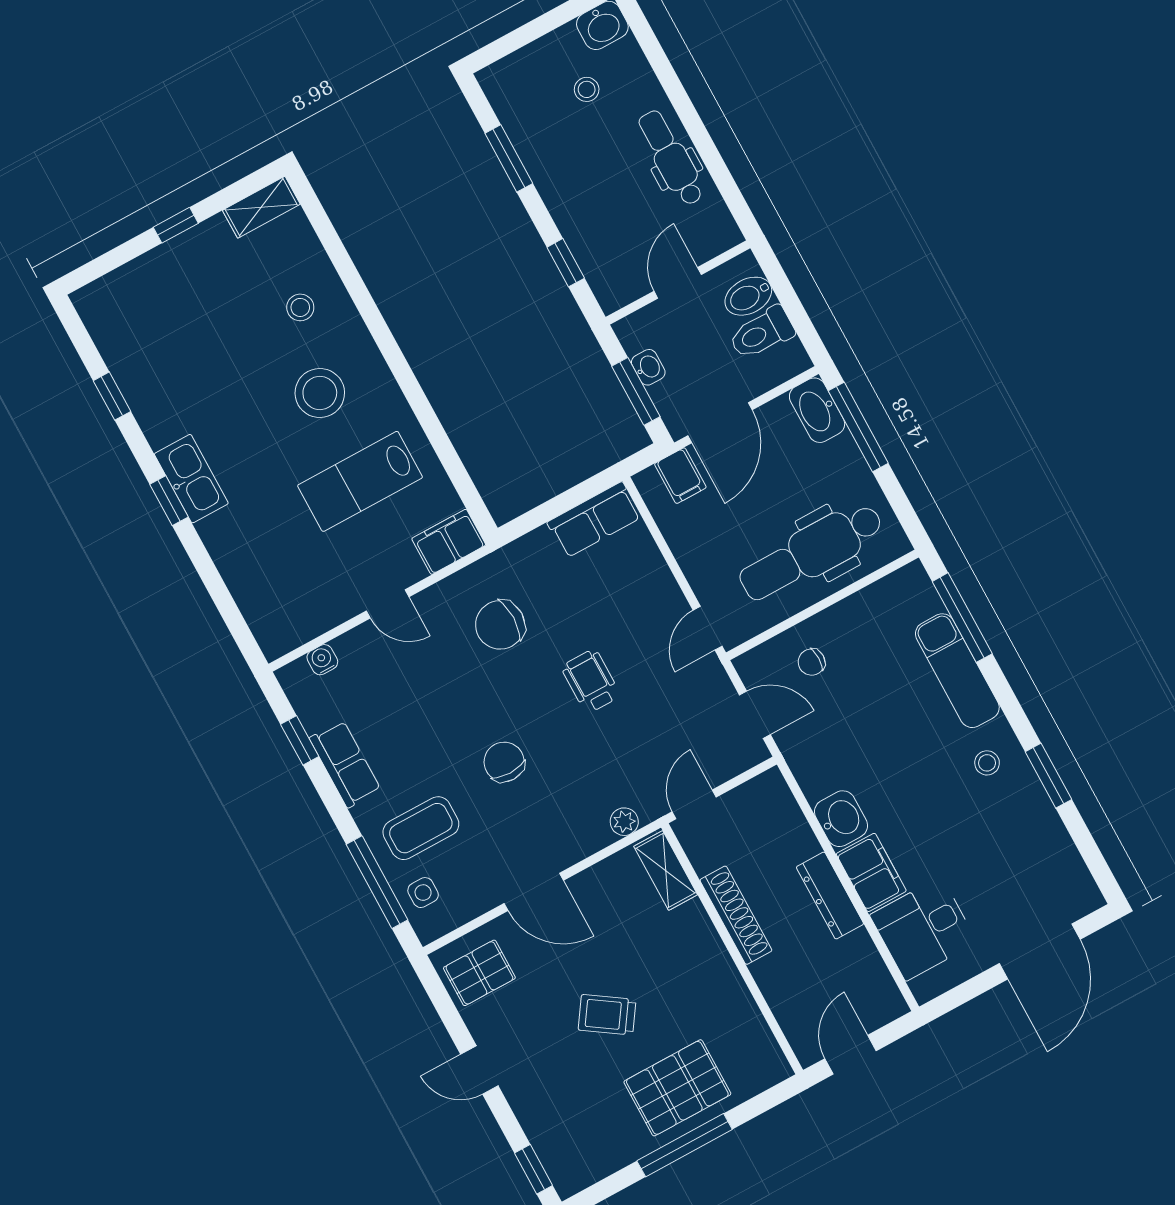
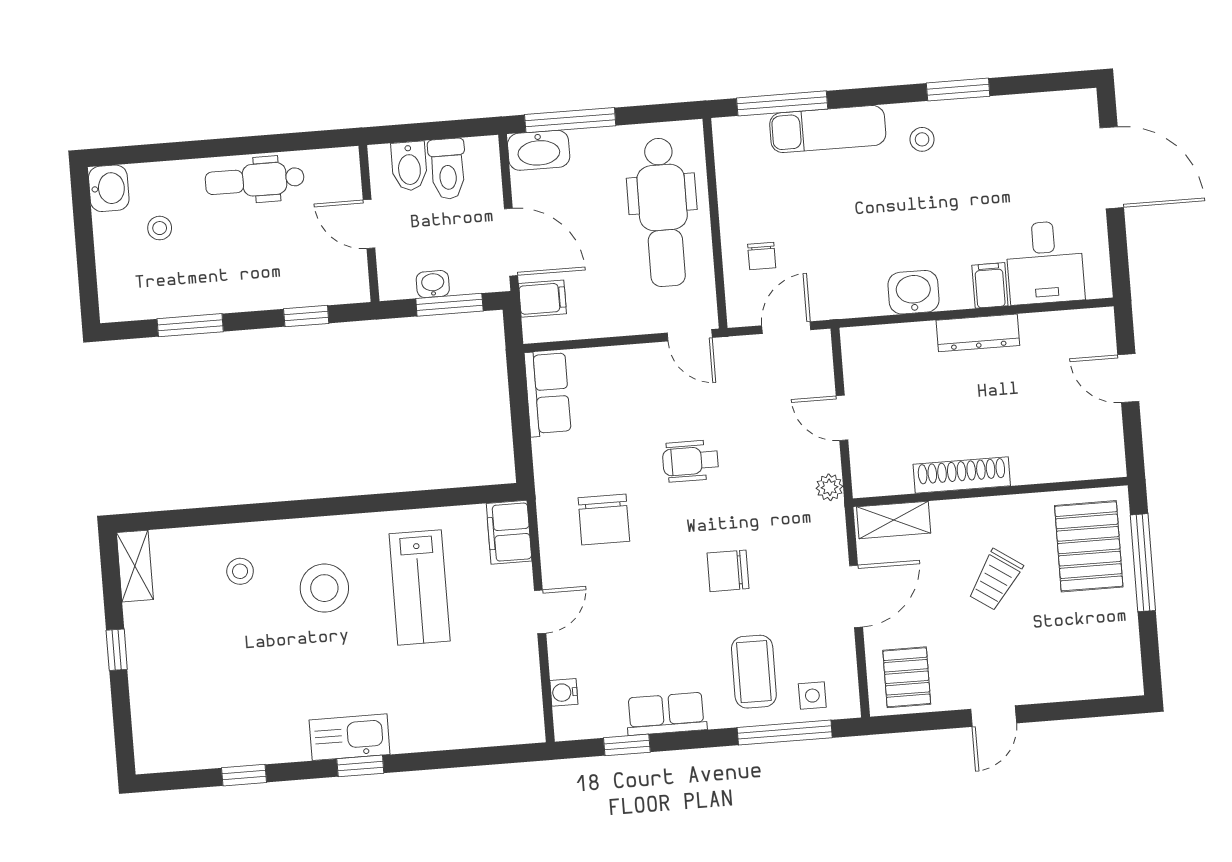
shelving: (666, 871) -> (894, 520), moved
filing cabinet: (871, 872) -> (990, 285), width x0.50
shoe rack: (736, 915) -> (962, 475), moved
wall: (732, 949) -> (990, 492), moved
window: (534, 1169) -> (1104, 707), removed

